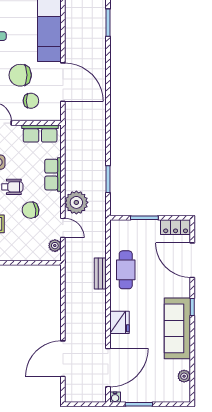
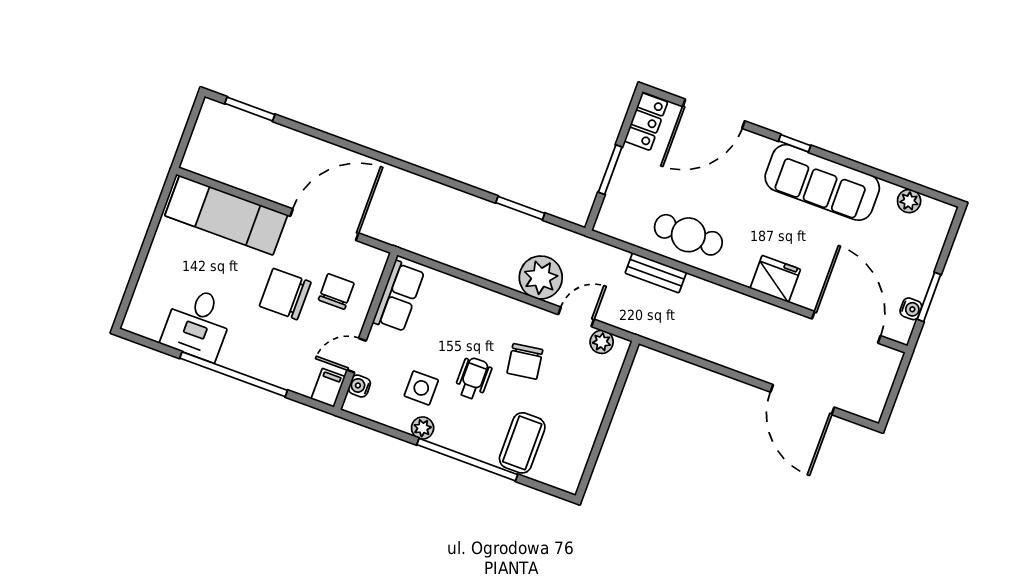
chair: (20, 75) -> (285, 294), turned 90
row of seats: (53, 175) -> (478, 300), removed
bench: (100, 273) -> (656, 273), moved
water cooler: (115, 397) -> (911, 309), moved

